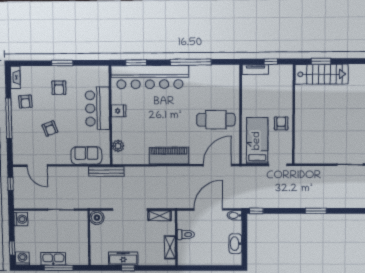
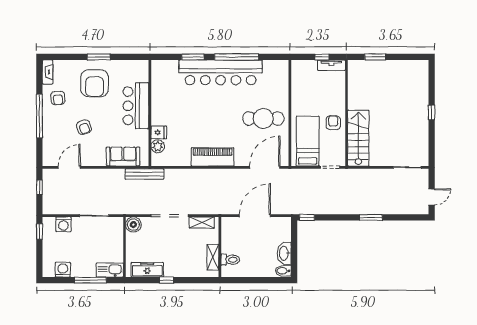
window: (136, 63) -> (193, 57), moved
tv unit: (255, 70) -> (331, 65), moved
stairs: (321, 74) -> (358, 138), moved, turned -90
bar counter: (150, 77) -> (221, 72), moved
armchair: (59, 88) -> (95, 83), width x1.88, depth x1.88
fridge: (119, 111) -> (159, 132), moved
door: (37, 166) -> (69, 167), swing flipped
bidet: (234, 215) -> (283, 271), moved
washing machine: (21, 219) -> (63, 224), moved, turned 90
toilet: (186, 235) -> (230, 260), moved
window: (12, 248) -> (39, 231), moved
washing machine: (22, 259) -> (63, 270), moved
kitchen sink: (53, 259) -> (110, 270), moved
freezer: (123, 259) -> (147, 270), moved

